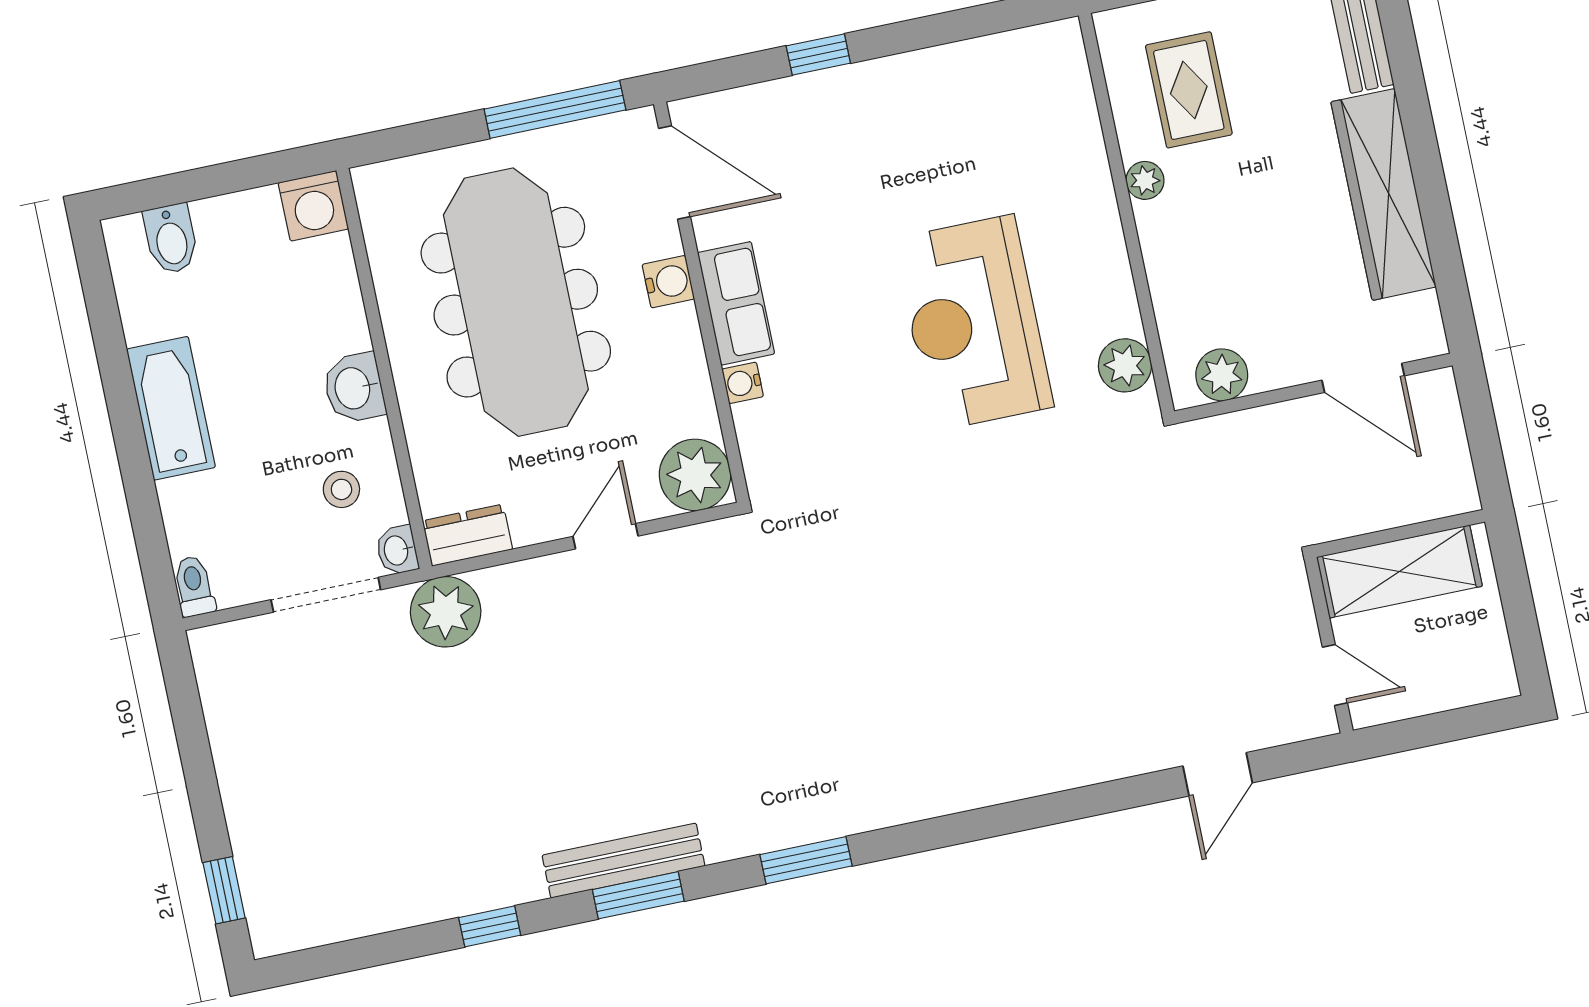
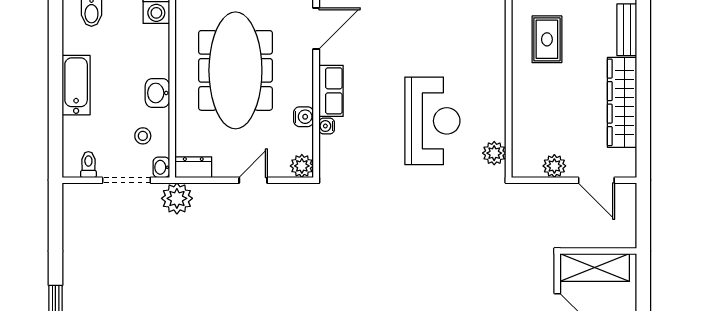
door: (674, 173) -> (316, 29), hinge flipped
plant: (1145, 180) -> (520, 75), removed
water cooler: (668, 282) -> (304, 117), moved
reception desk: (974, 323) -> (432, 121), turned 180
plant: (1222, 375) -> (554, 166), moved
plant: (695, 475) -> (302, 166), width x0.73, depth x0.73
toilet: (194, 586) -> (88, 165), moved

